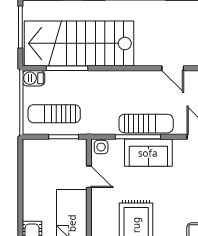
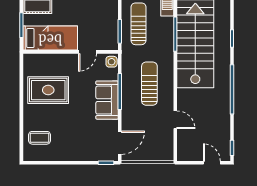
door: (173, 68) -> (175, 120), swing flipped
sun lounger: (146, 124) -> (149, 84), moved, turned 180

